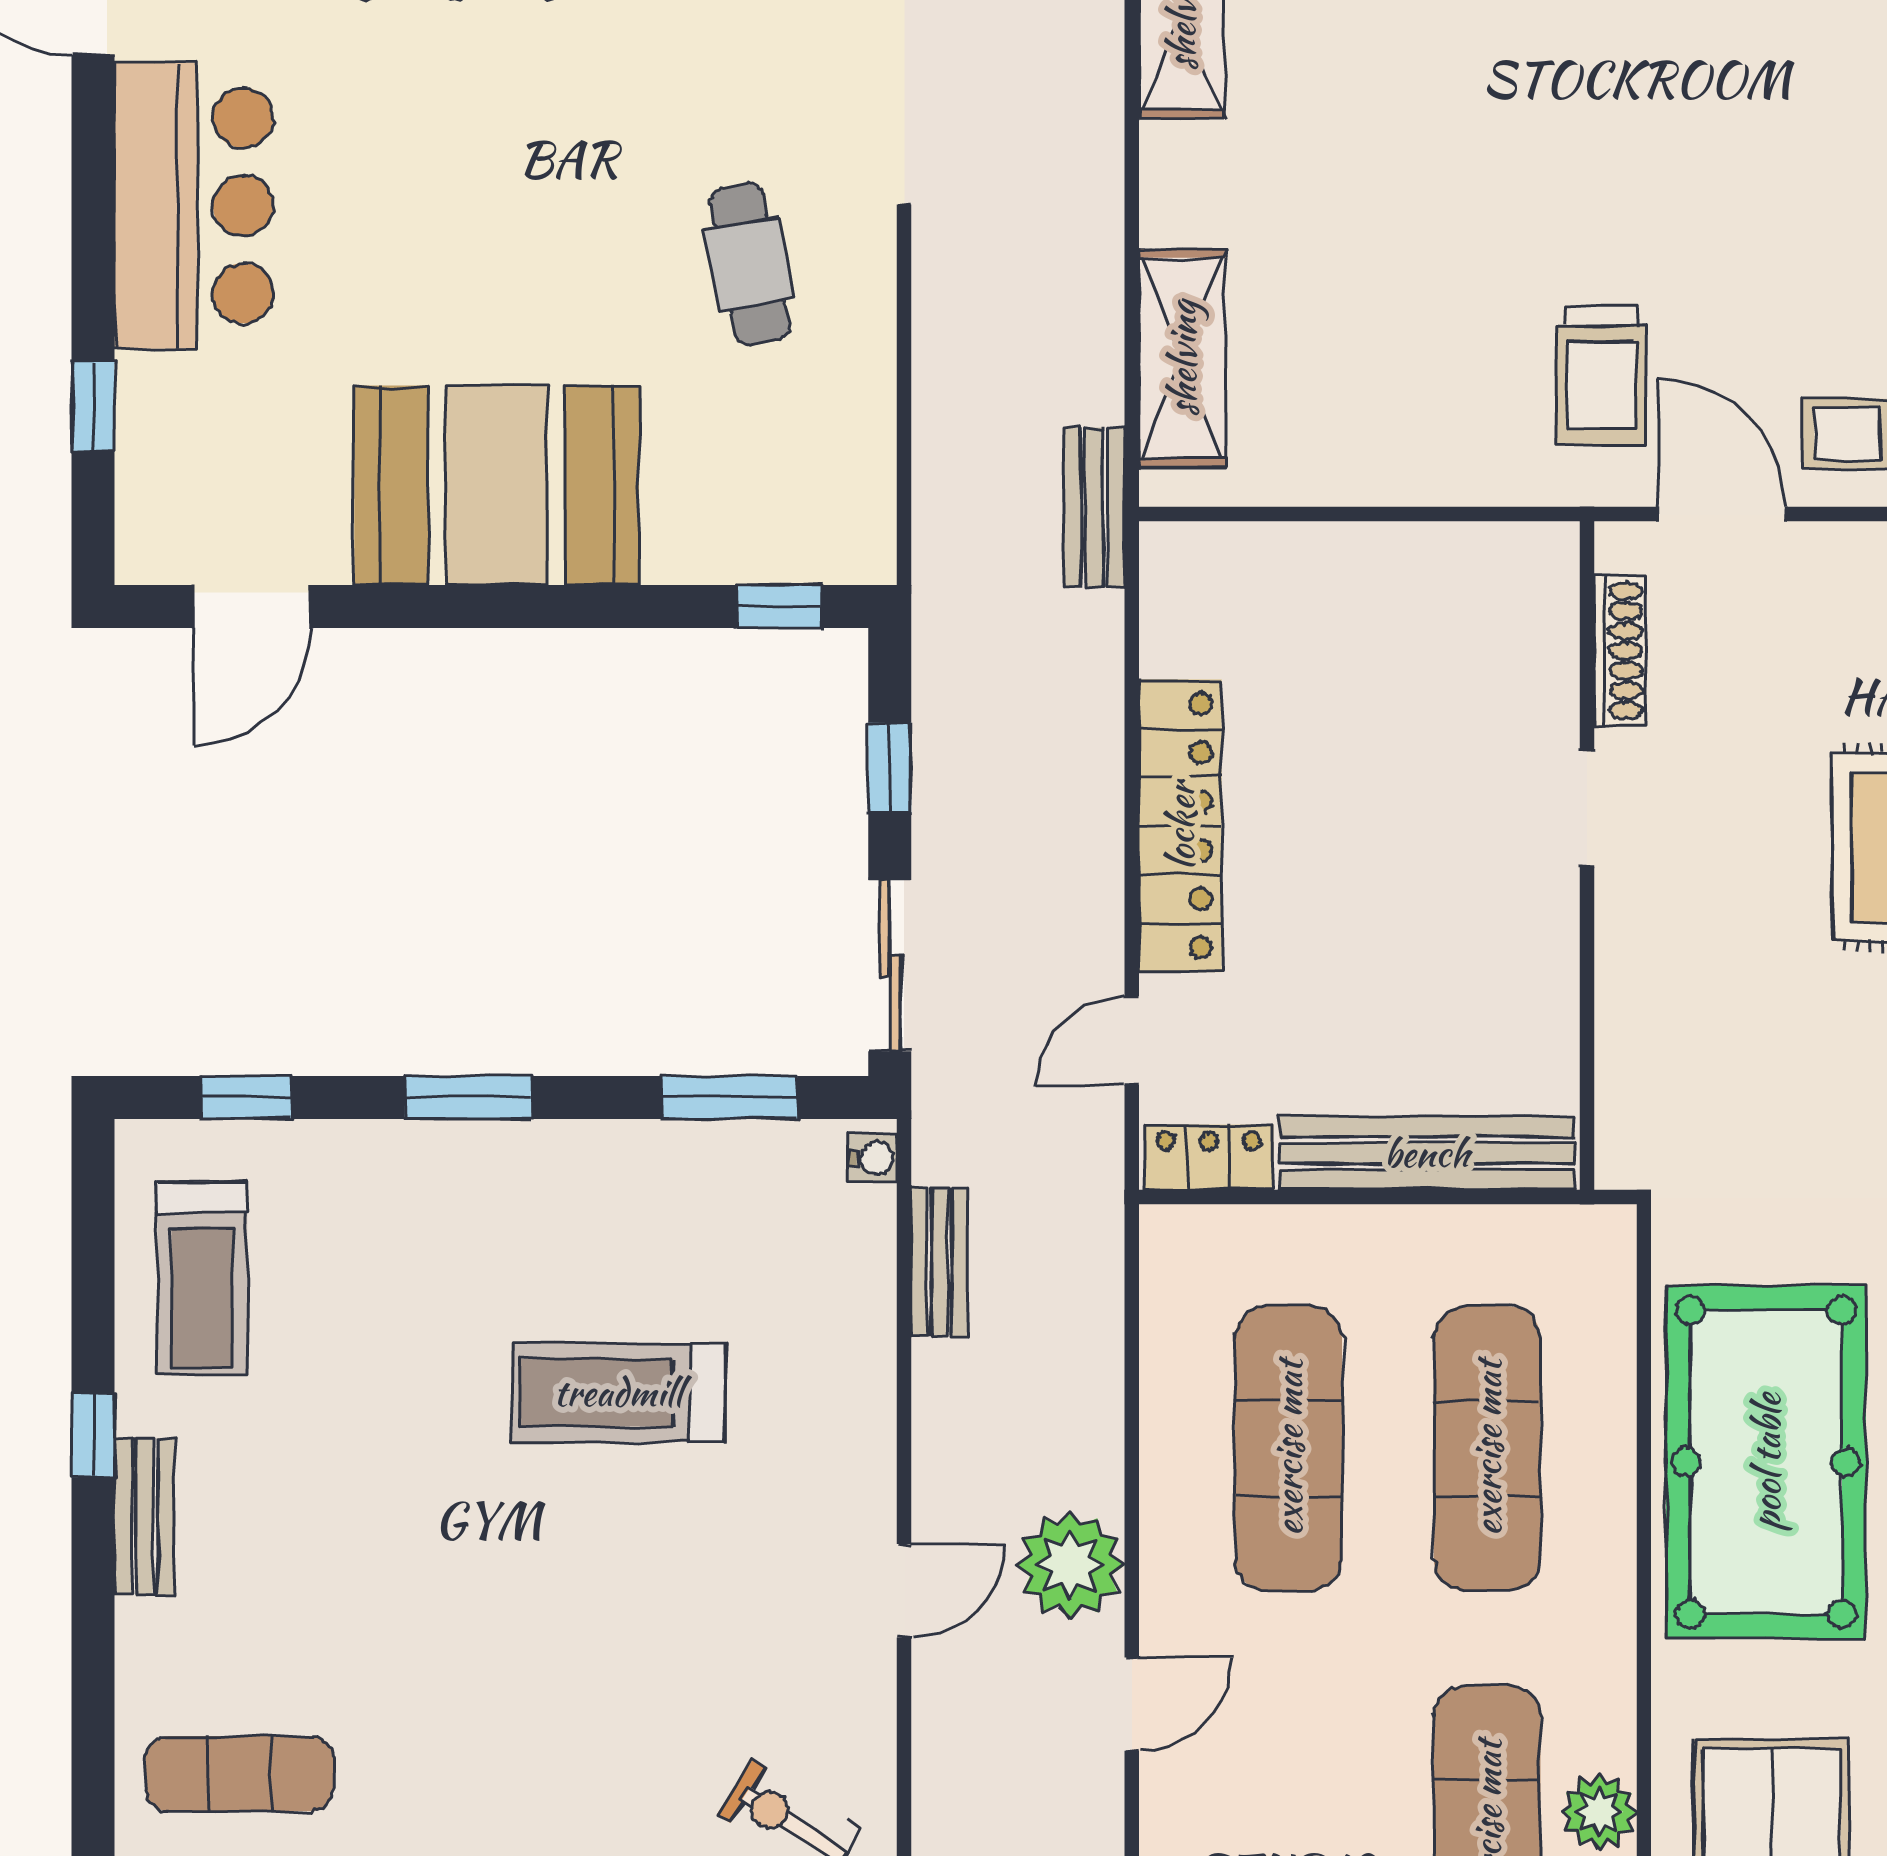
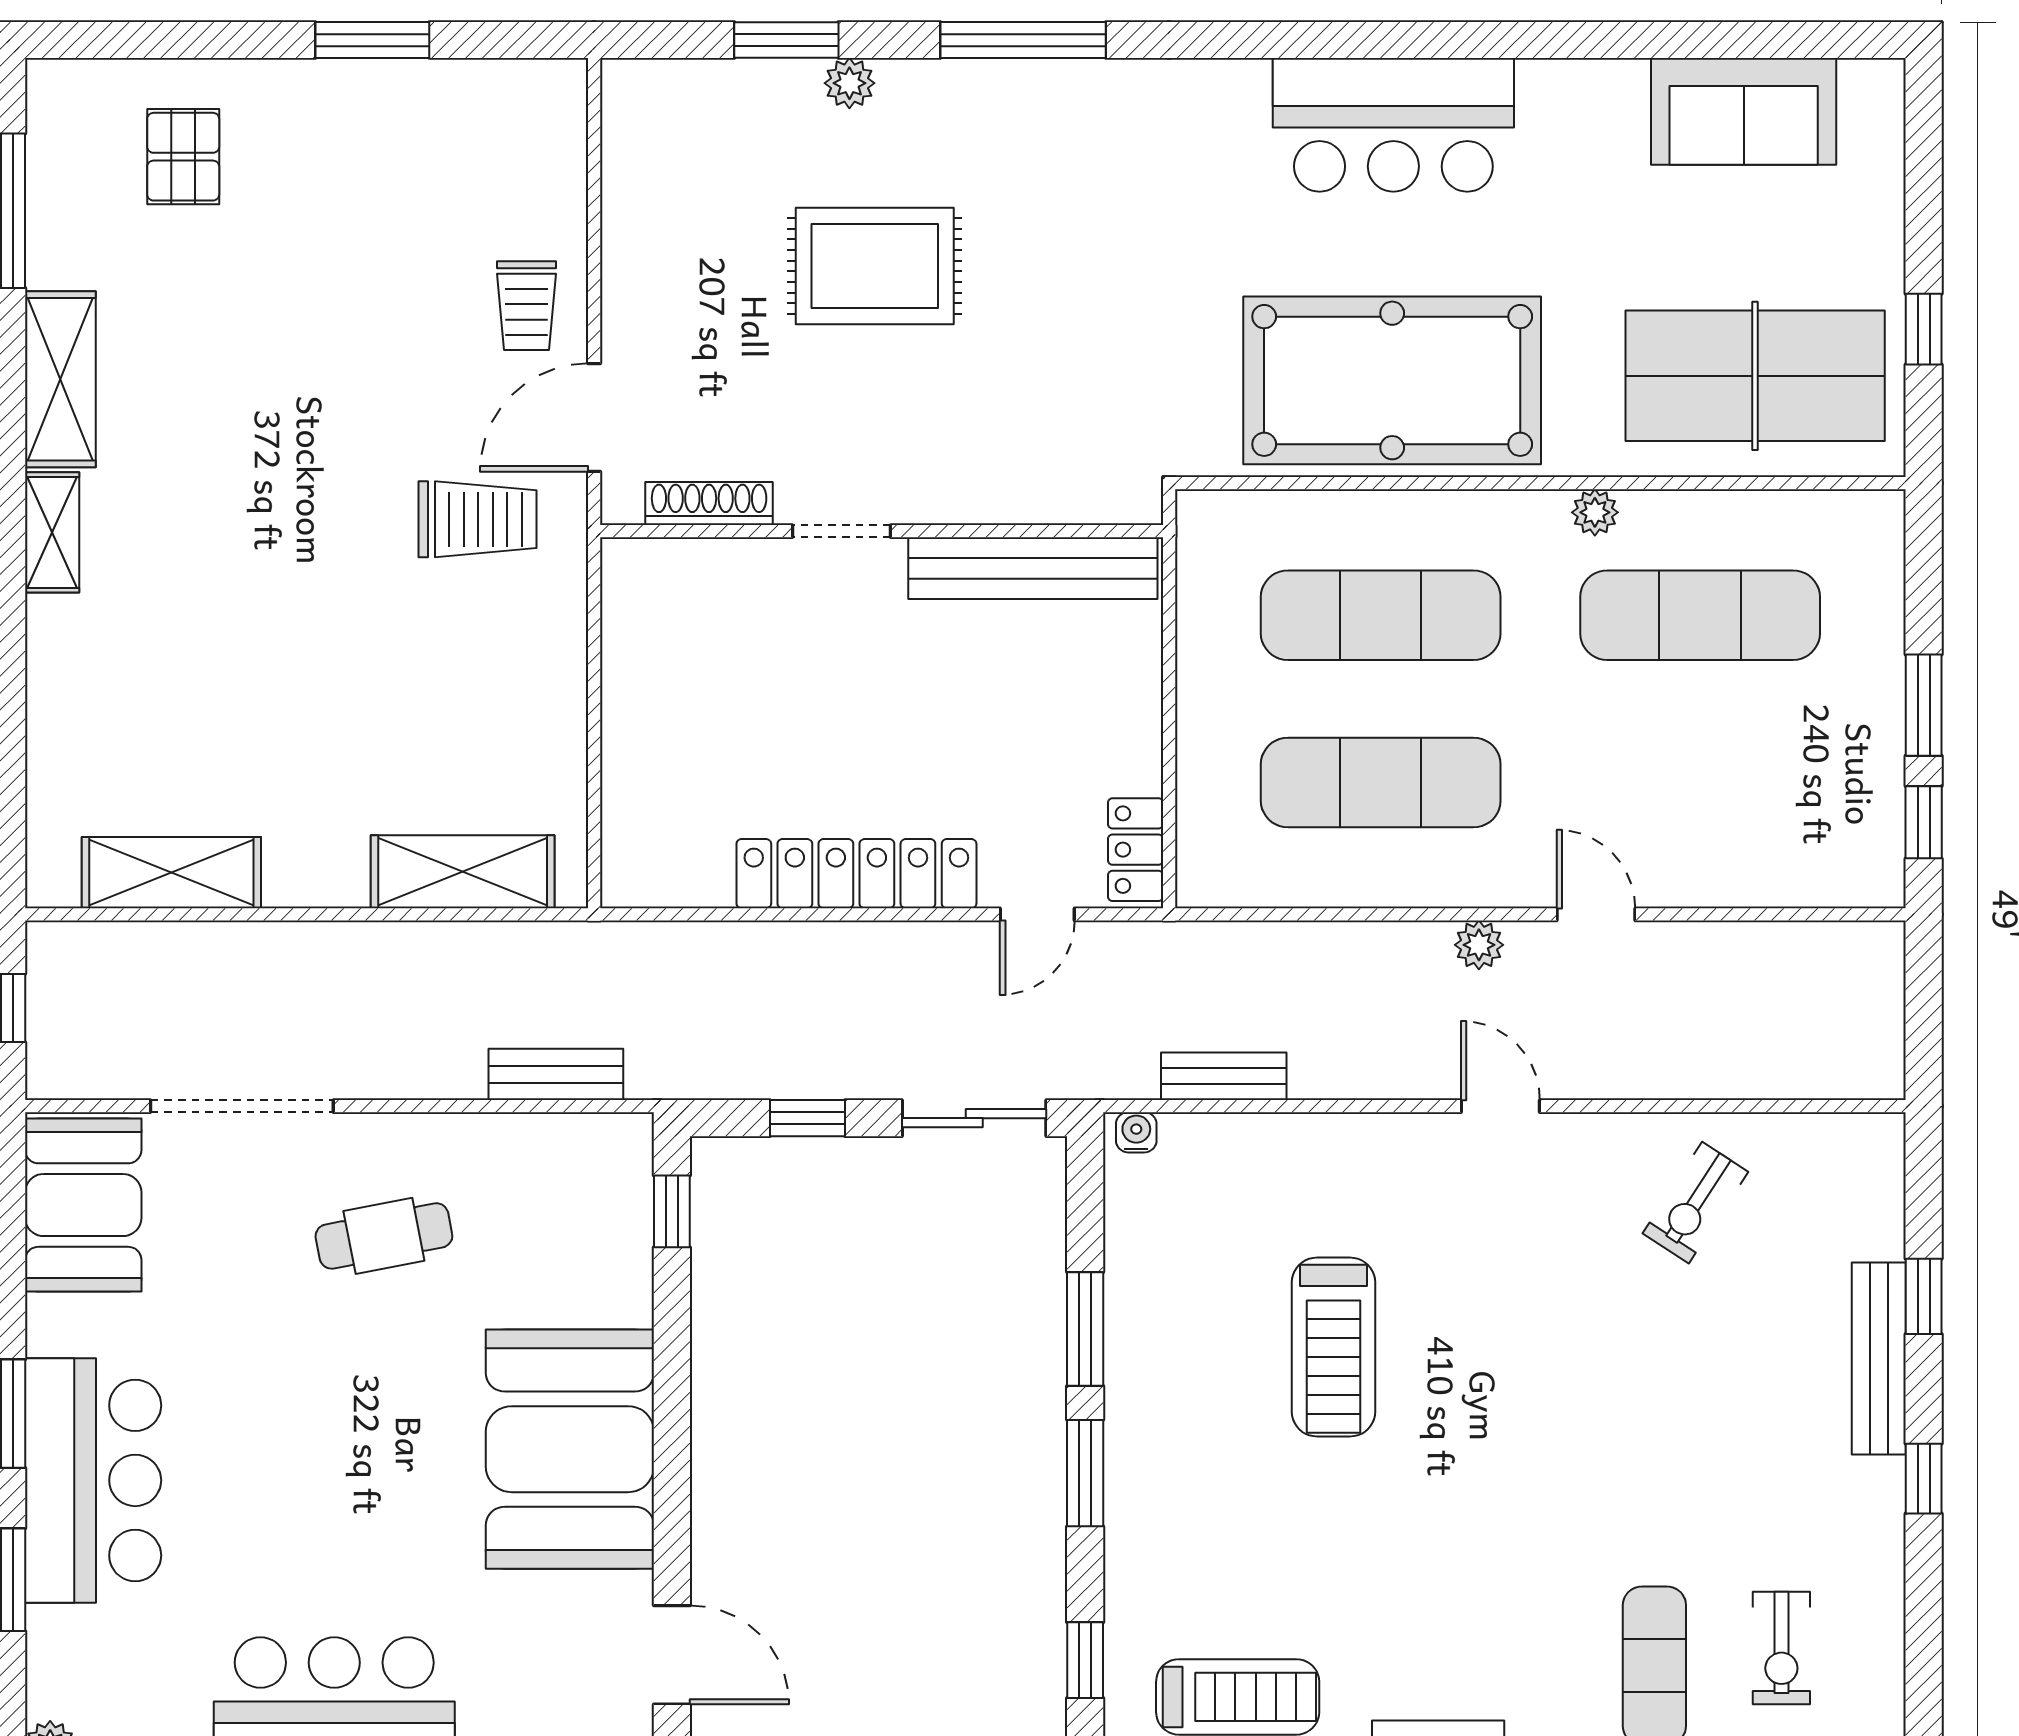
bench: (1094, 508) -> (556, 1074), moved
door: (1132, 1041) -> (1037, 914), hinge flipped
window: (730, 1097) -> (1085, 1329), moved
bench: (1427, 1153) -> (1033, 568), moved, turned 90
plant: (1070, 1565) -> (1479, 945), width x0.53, depth x0.53
plant: (1599, 1812) -> (1595, 512), moved, width x0.73, depth x0.73

